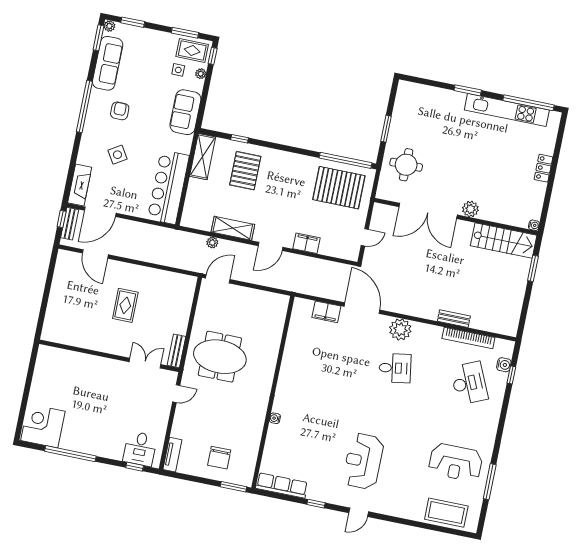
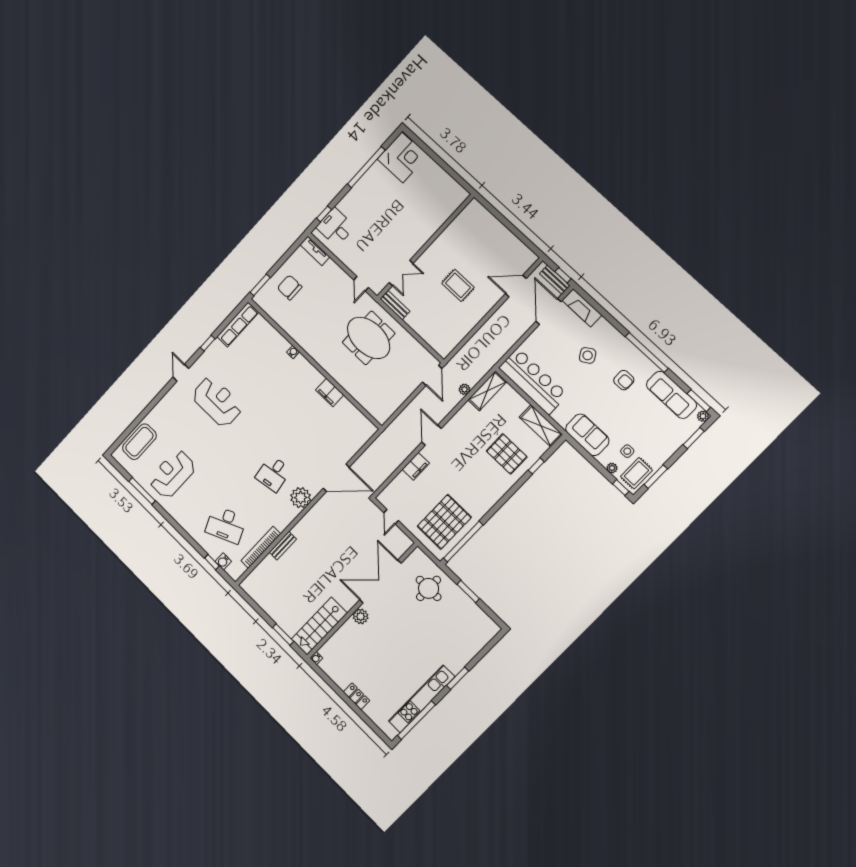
shelving: (233, 228) -> (487, 391), moved
filing cabinet: (326, 312) -> (330, 392), moved, turned -90
meeting table: (220, 357) -> (369, 338), turned 90

